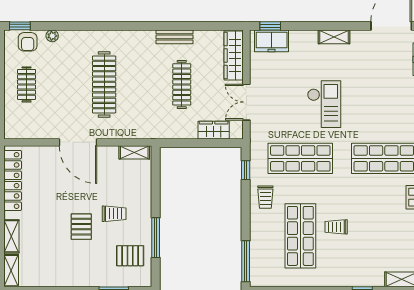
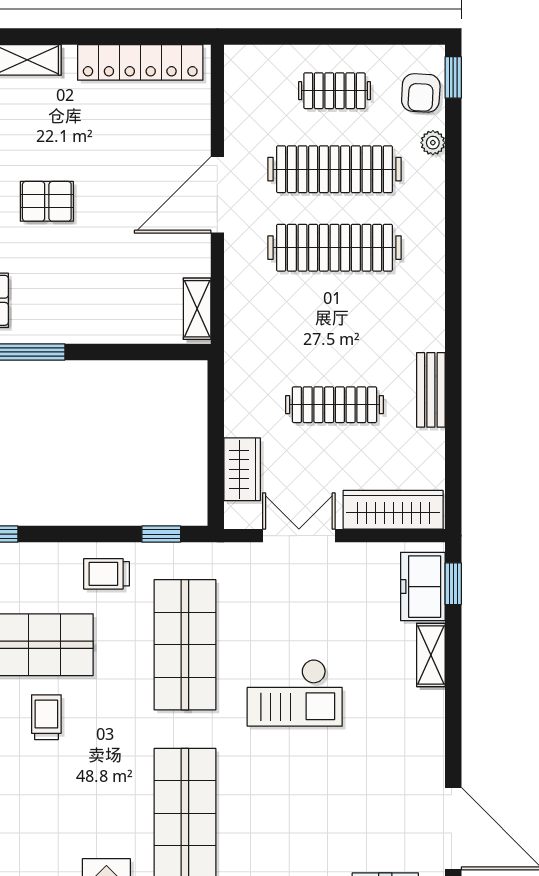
shelving: (334, 37) -> (431, 655), moved
armchair: (28, 42) -> (421, 93), turned -87
clothes rail: (65, 84) -> (334, 169), added
trolley: (114, 214) -> (73, 268), removed

